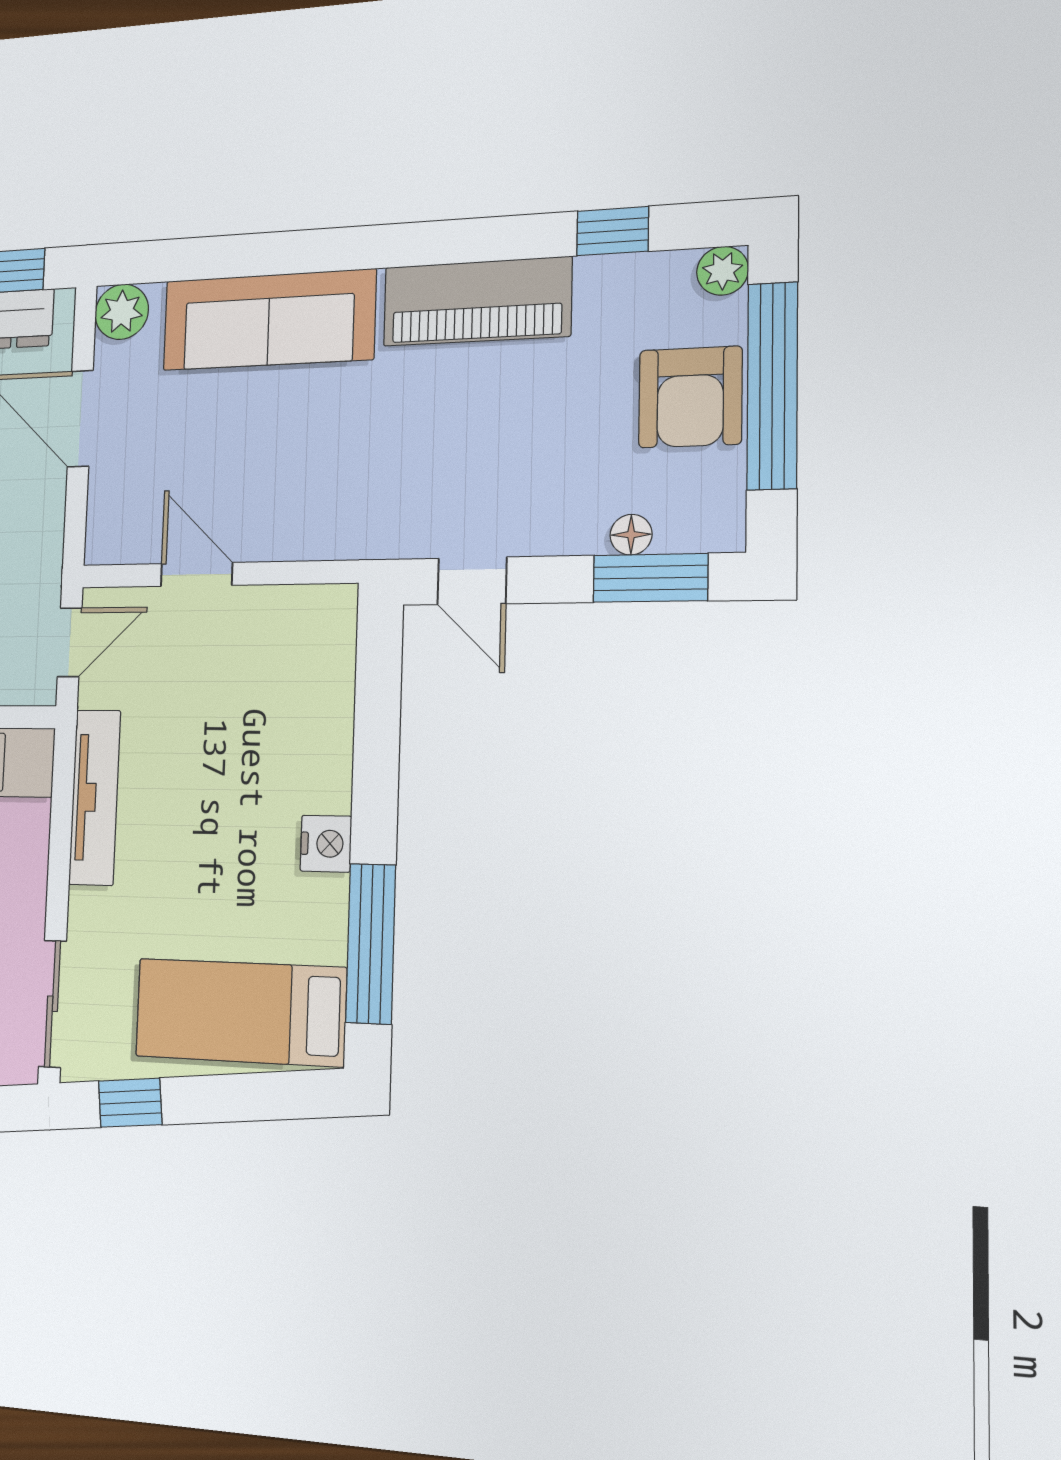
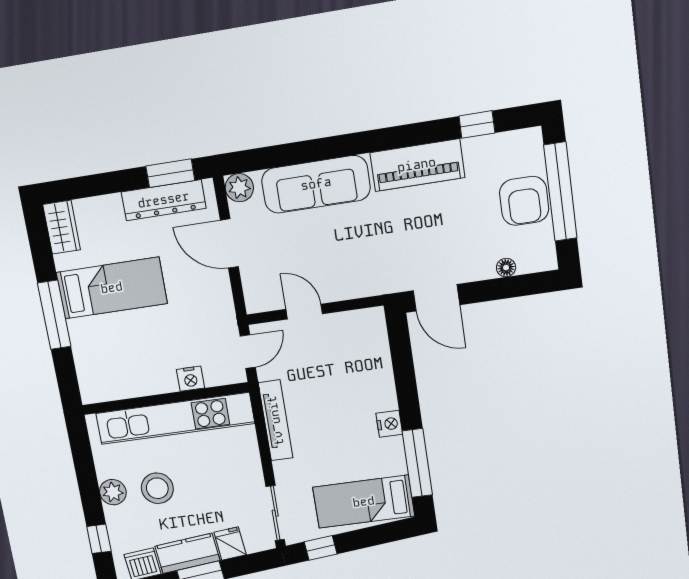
plant: (723, 271) -> (531, 139), removed
window: (650, 578) -> (517, 286), removed
door: (472, 581) -> (436, 298), width x1.38

